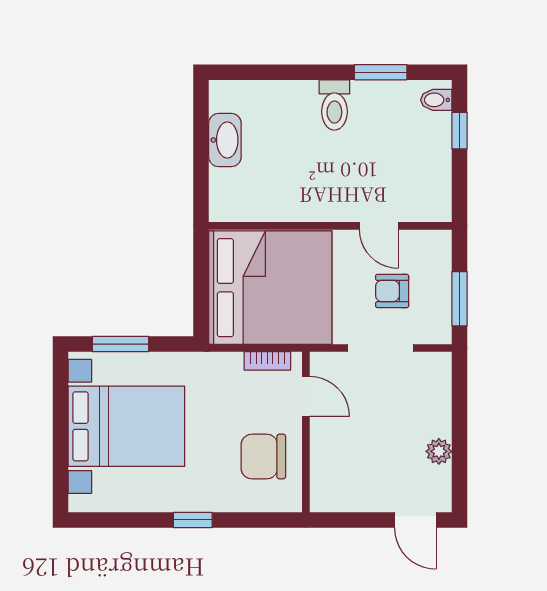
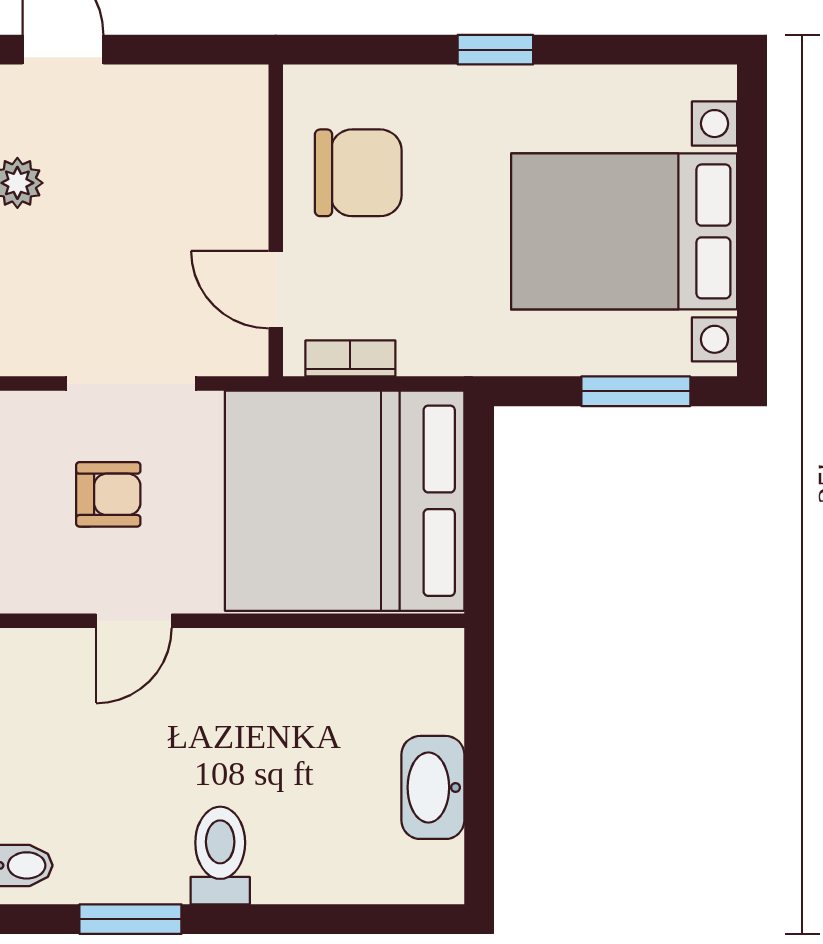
door: (379, 226) -> (134, 621), swing flipped

